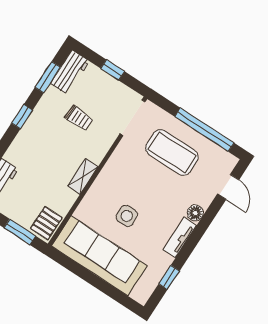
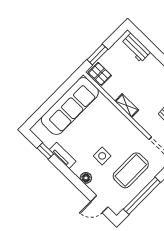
side table: (127, 216) -> (102, 156), moved
tv unit: (180, 237) -> (63, 155), moved

